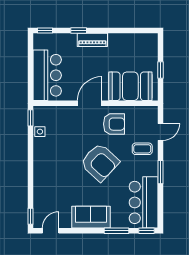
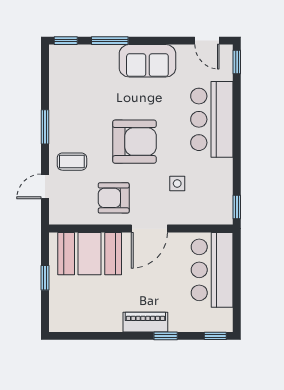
side table: (40, 132) -> (177, 183), moved
armchair: (100, 162) -> (134, 142), turned 137
bar counter: (144, 202) -> (212, 119), moved, turned 180
door: (51, 231) -> (207, 41), hinge flipped

